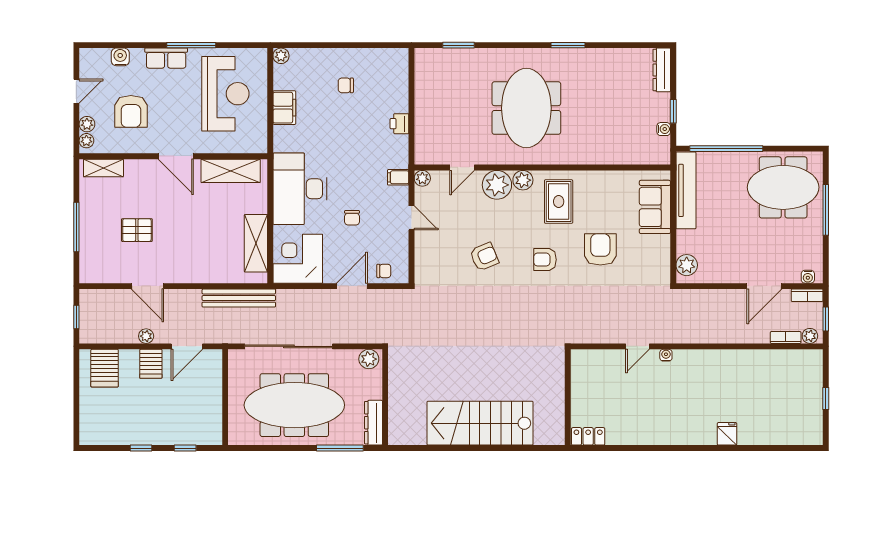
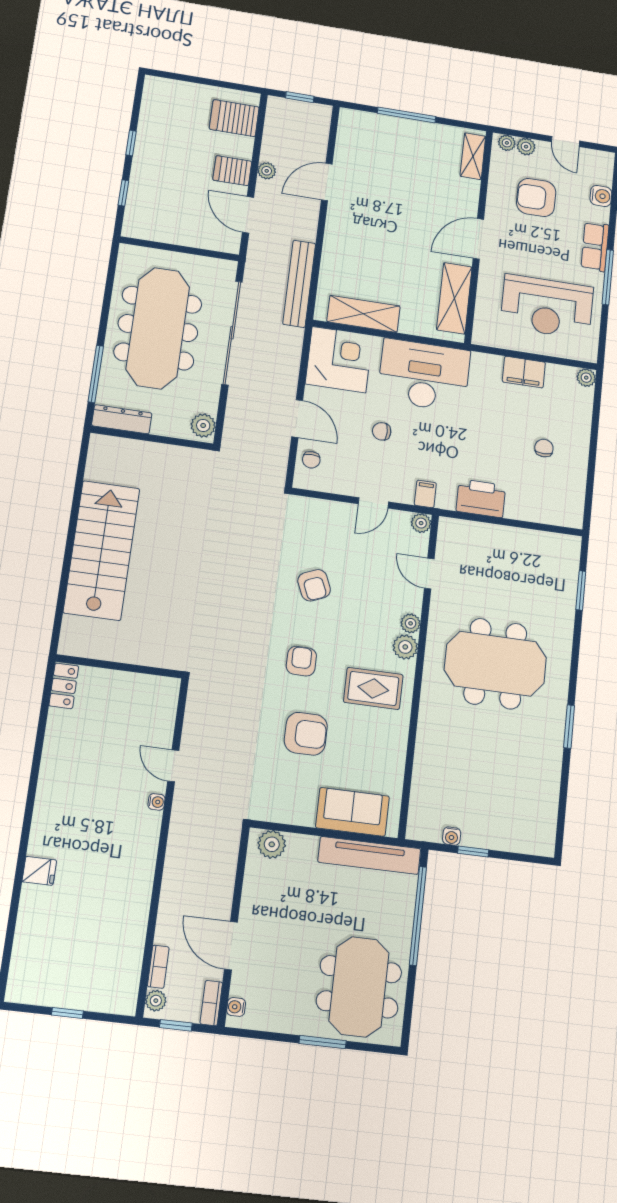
dresser: (662, 70) -> (527, 843), removed
printer: (399, 124) -> (481, 498), width x1.87, depth x1.48
plant: (497, 185) -> (411, 623), width x0.53, depth x0.53
window: (826, 210) -> (323, 1042), width x0.69
pallet: (137, 230) -> (395, 181), removed

